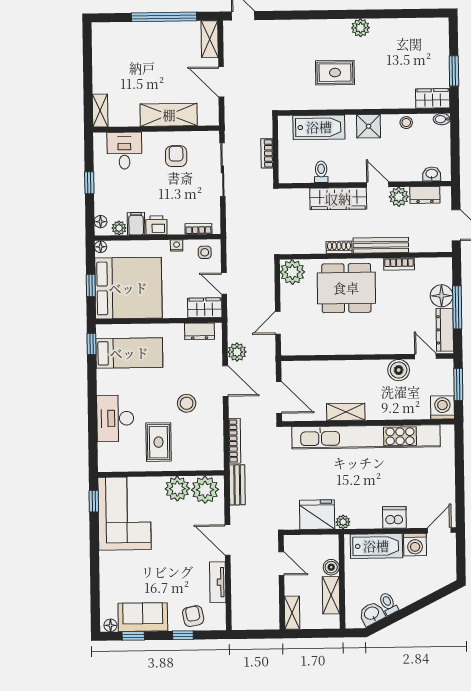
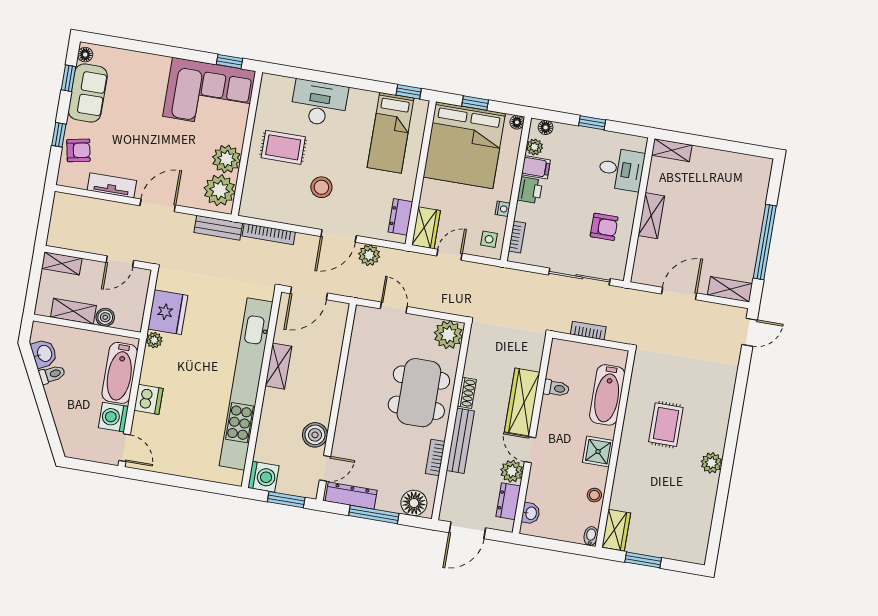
shelving: (169, 115) -> (651, 216), width x0.67, depth x0.75
door: (378, 185) -> (530, 450), swing flipped
floor lamp: (441, 296) -> (414, 503), moved

